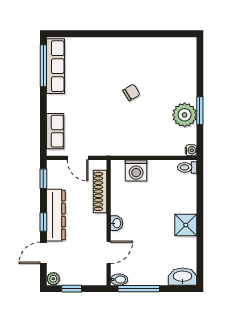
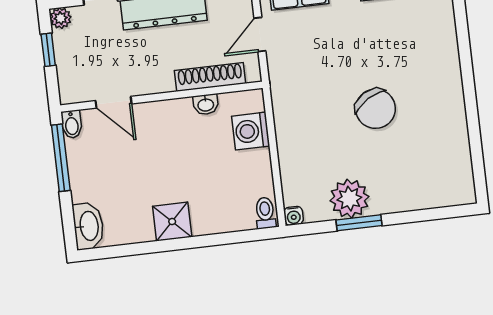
chair: (131, 92) -> (375, 109), width x1.87, depth x1.87
washbasin: (117, 223) -> (206, 104), moved

